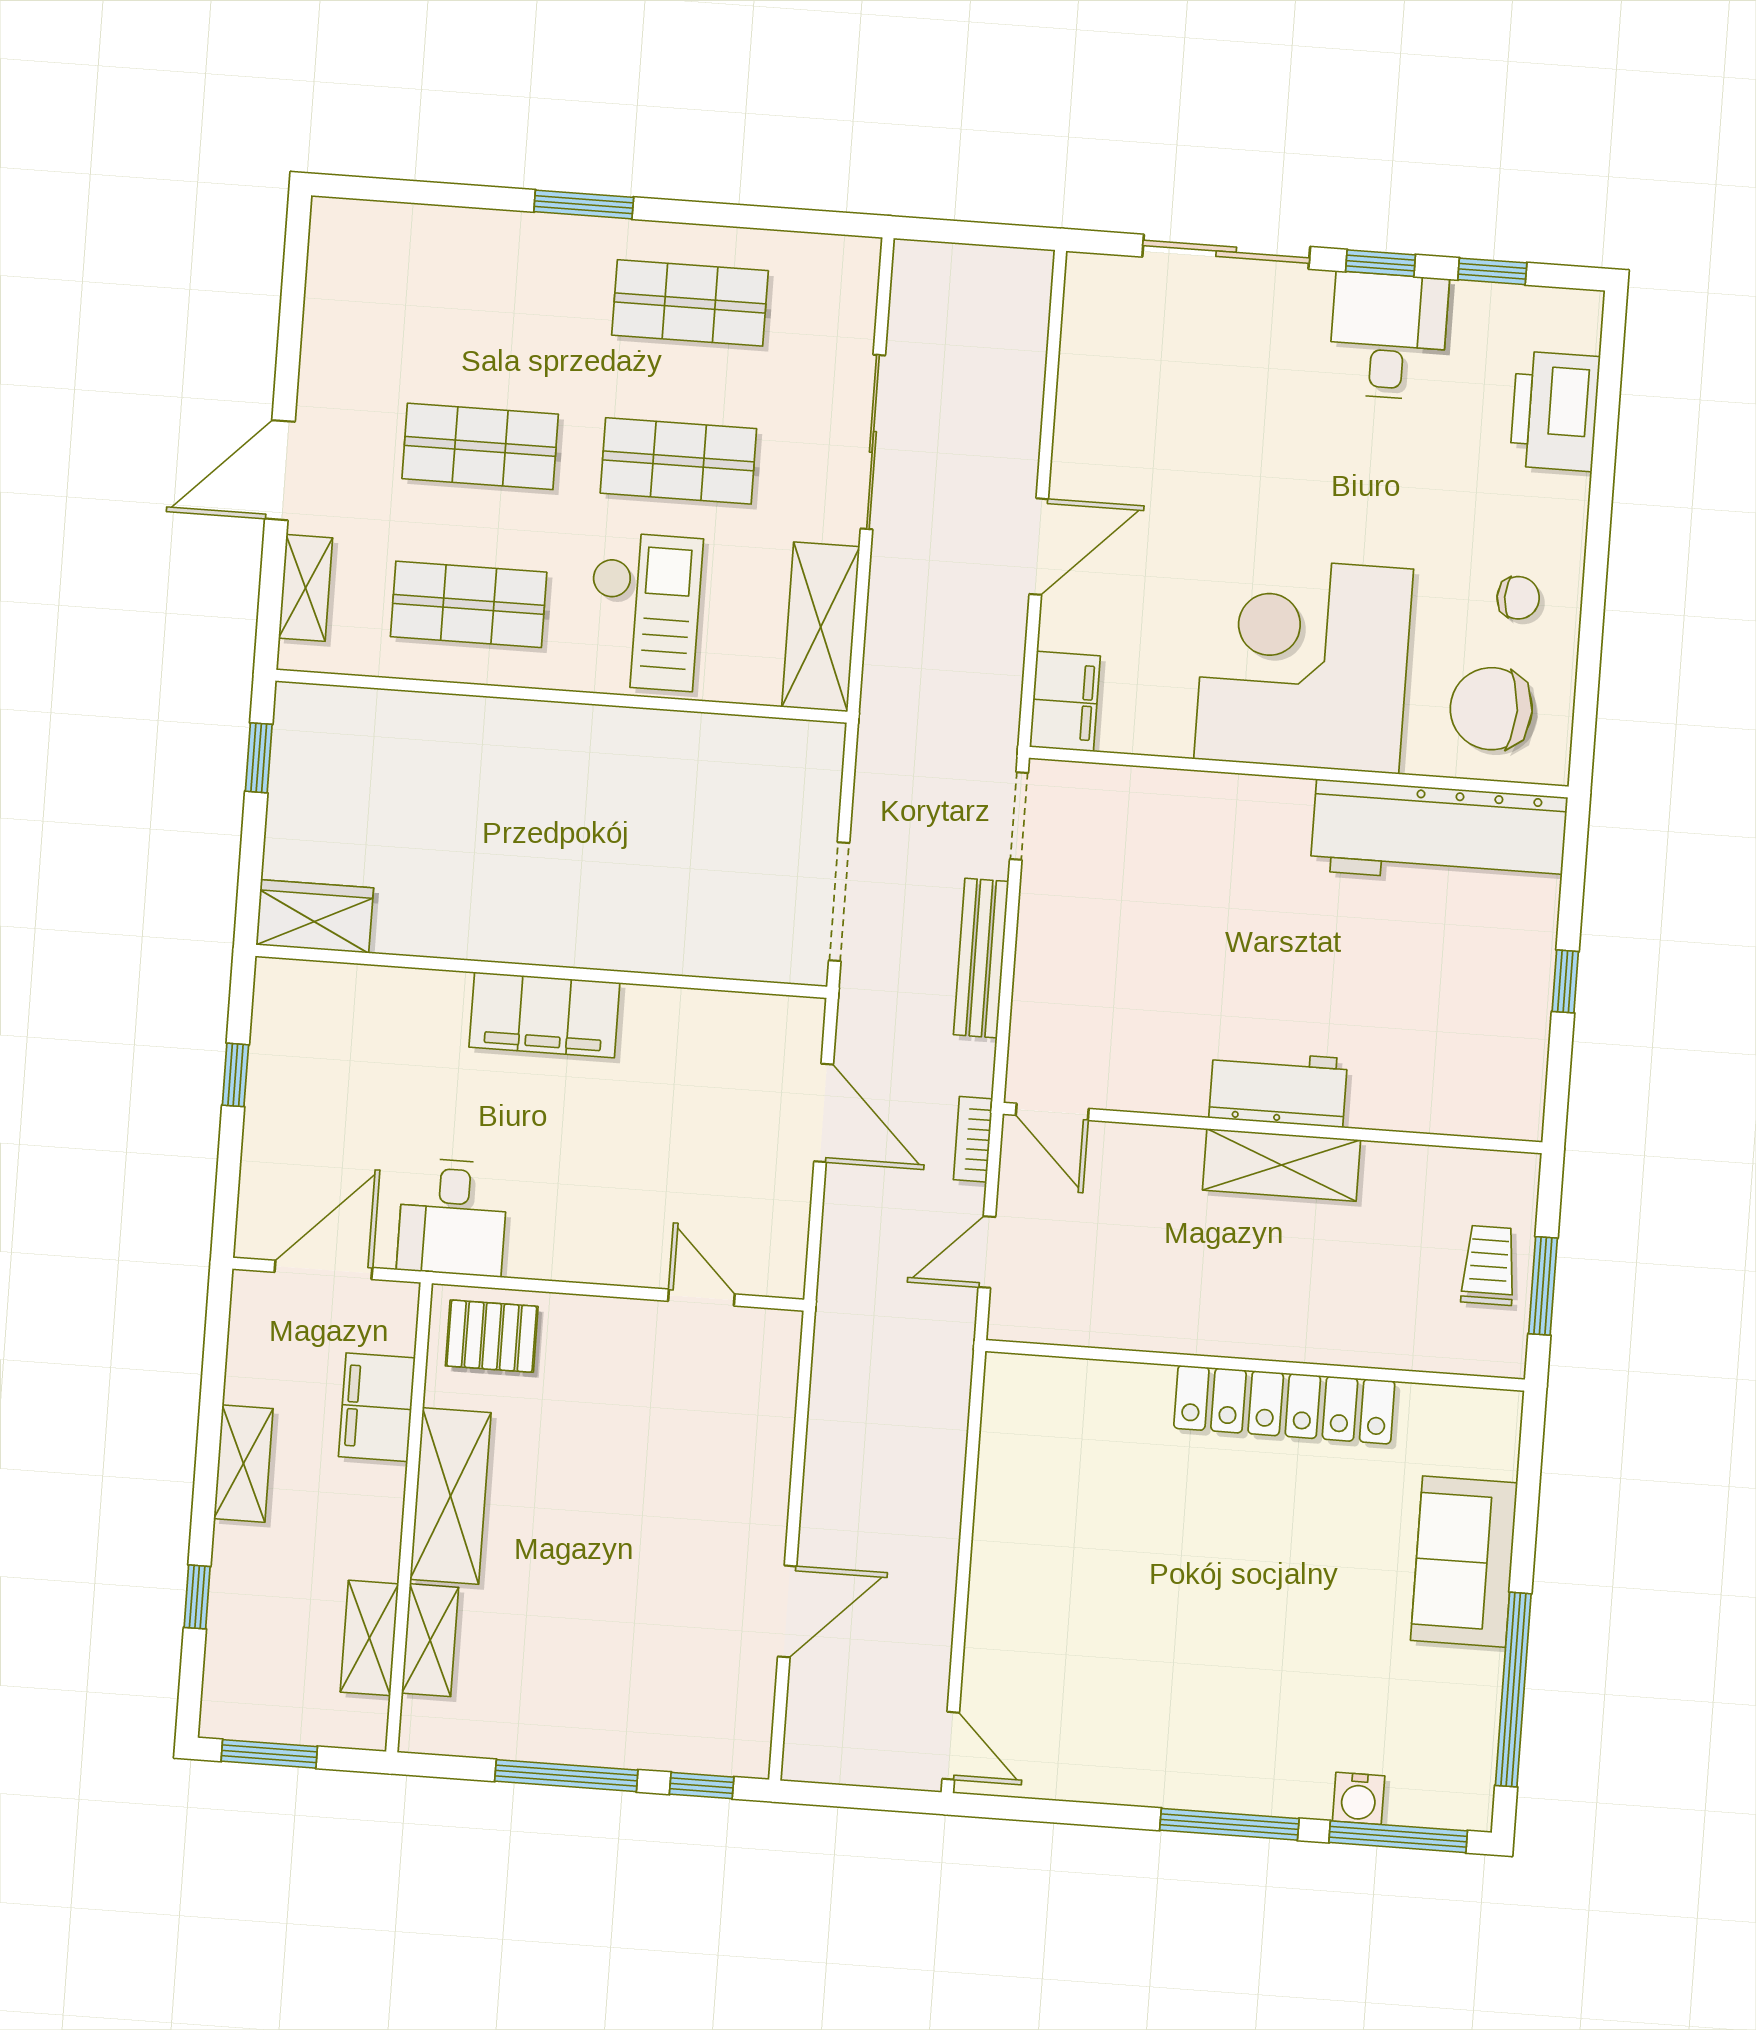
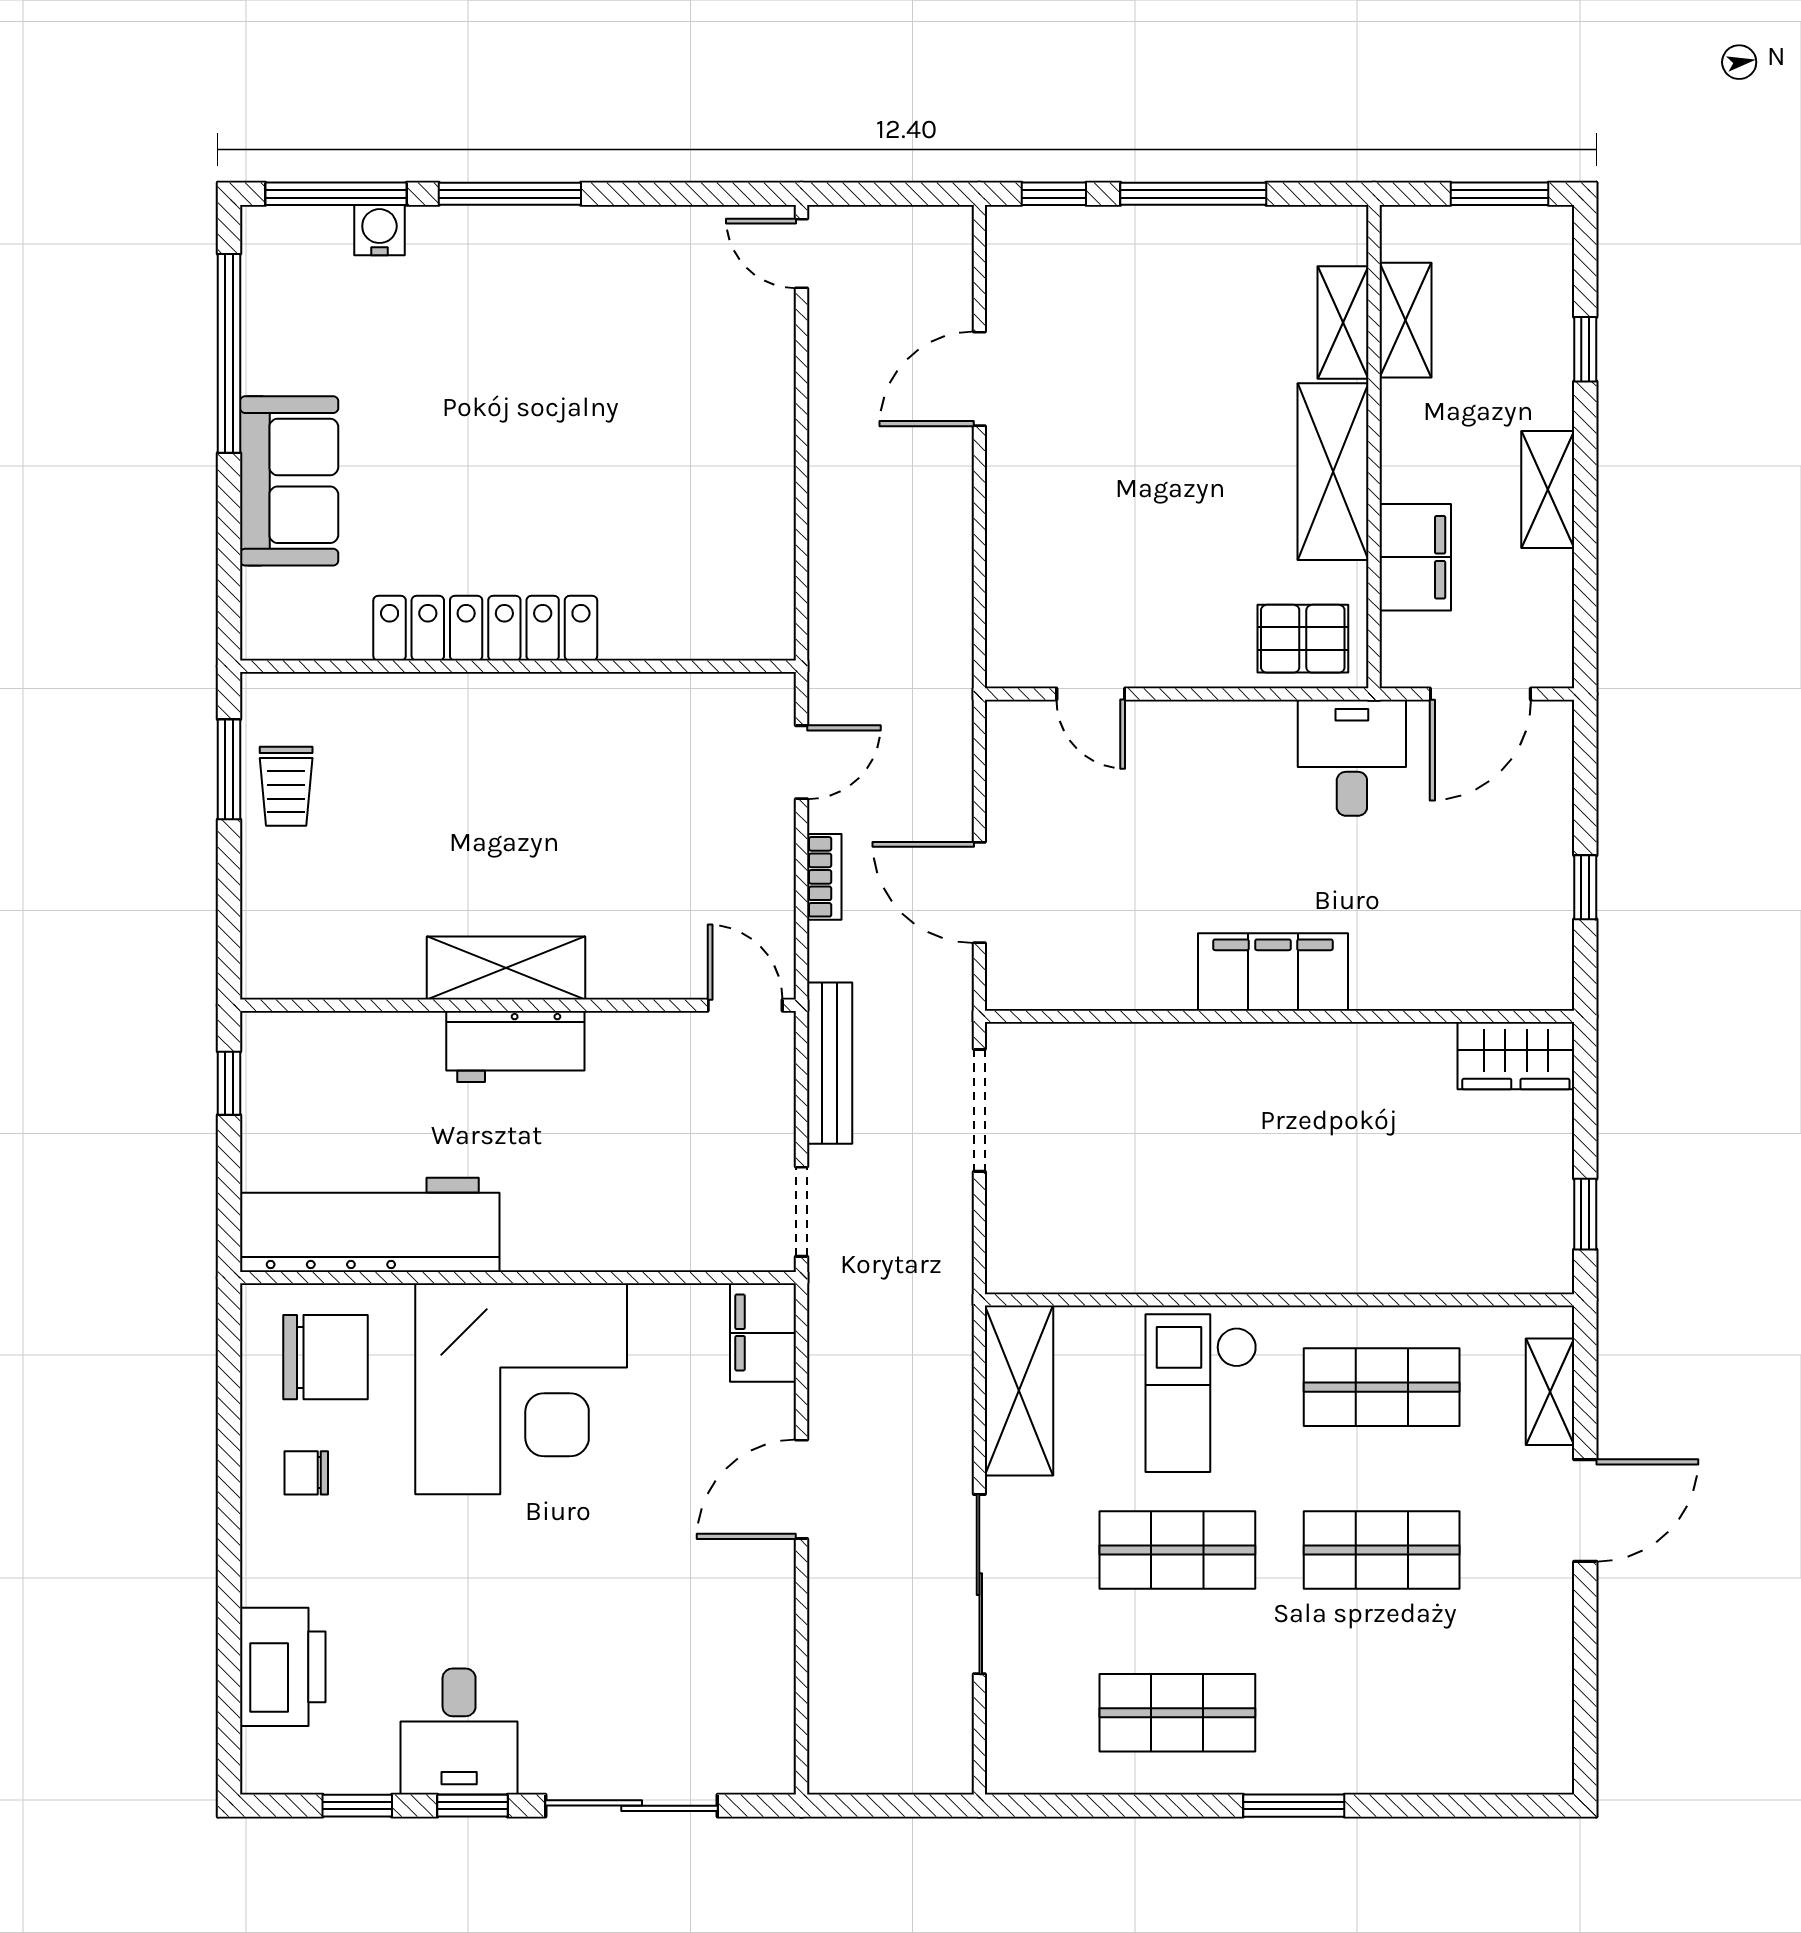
workbench: (1278, 1088) -> (515, 1046), moved
door: (1052, 1112) -> (745, 1005), moved
wall: (1273, 1128) -> (518, 1005), moved
shelving: (1282, 1165) -> (506, 968), moved

